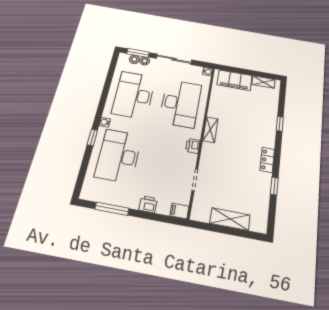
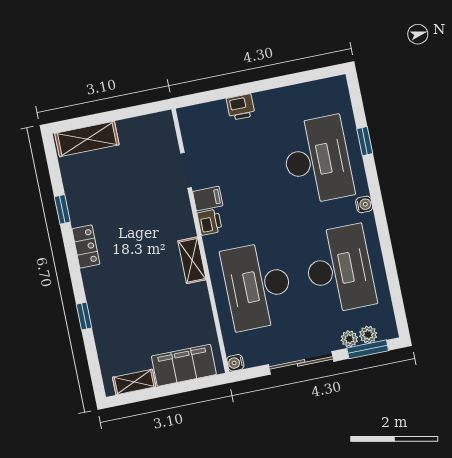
window: (92, 138) -> (365, 141), moved
window: (112, 209) -> (290, 80), removed
filing cabinet: (179, 211) -> (208, 199), moved
shelving: (230, 219) -> (87, 139), moved

